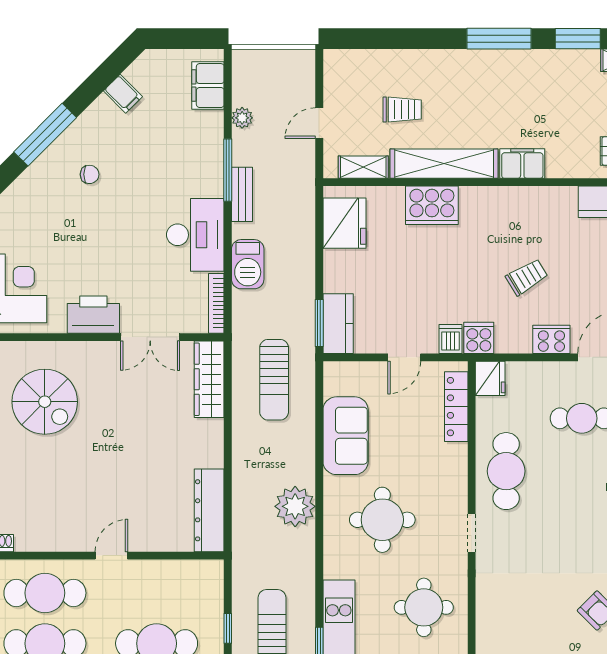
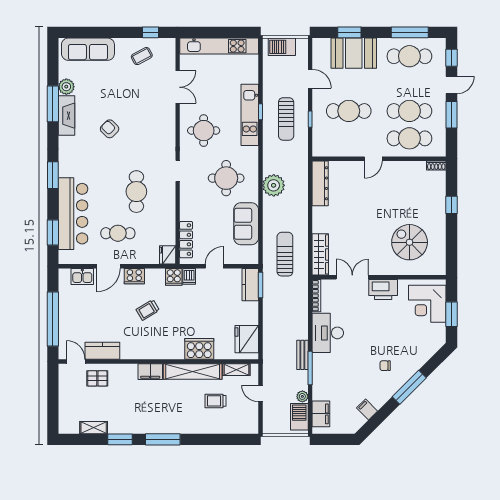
door: (319, 123) -> (260, 393), swing flipped
barbecue: (248, 264) -> (299, 417), moved
cafe table: (506, 471) -> (136, 192), moved

